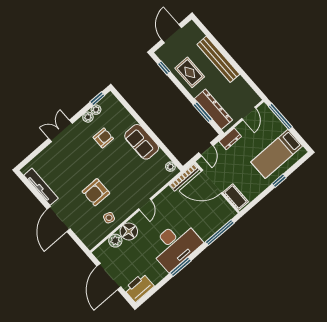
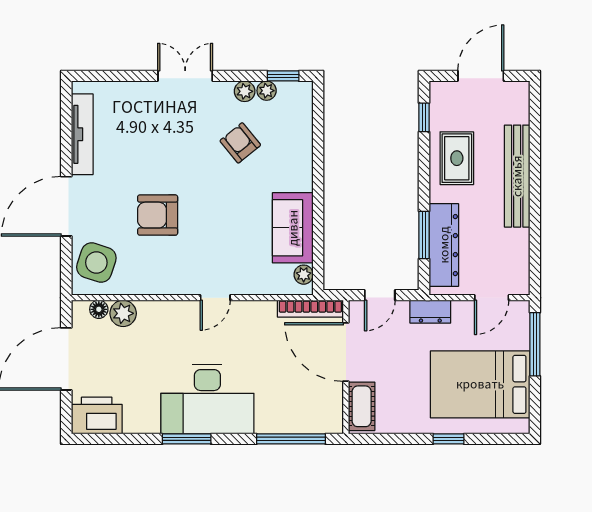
armchair: (103, 138) -> (240, 143), turned -129
sofa: (142, 142) -> (293, 228), moved
bed: (277, 154) -> (480, 384), width x1.50
side table: (109, 218) -> (96, 263), moved, width x1.87, depth x1.87
floor lamp: (129, 231) -> (99, 309), moved, width x0.53, depth x0.53

